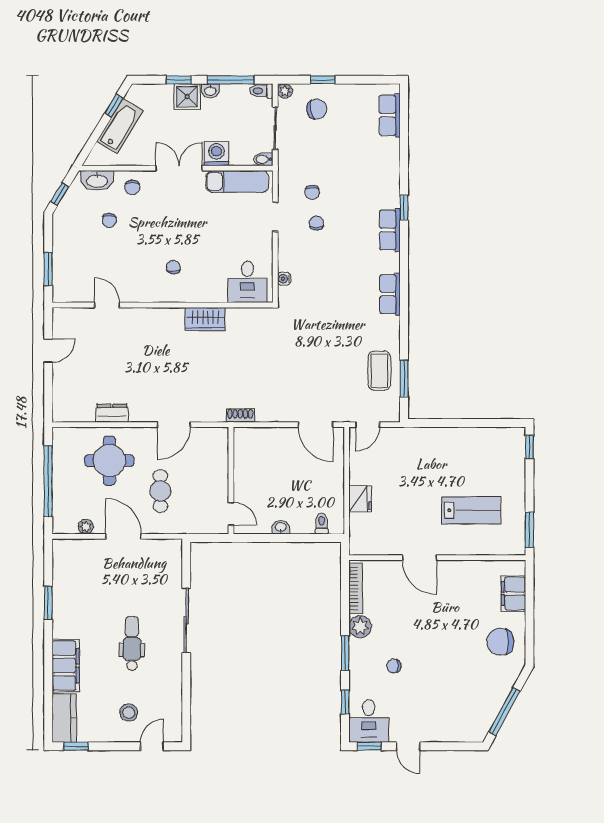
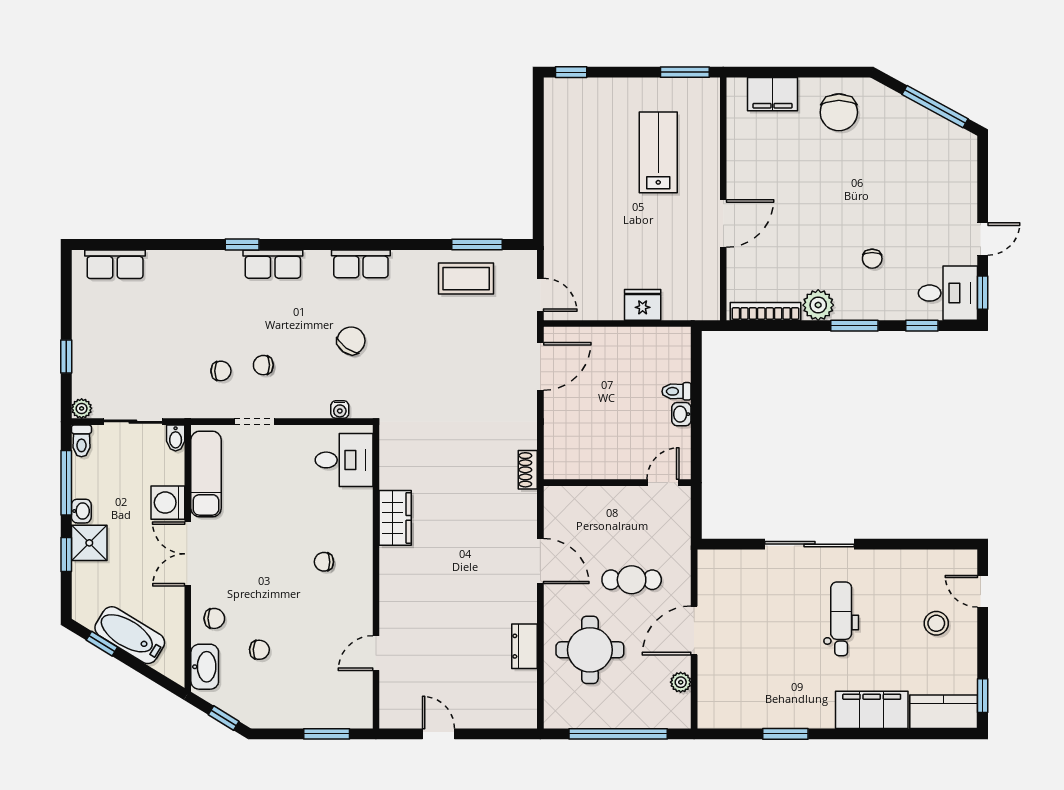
chair: (317, 109) -> (351, 341), moved, turned 45
toilet: (322, 524) -> (676, 391), moved
dental chair: (132, 643) -> (841, 619), turned 90

